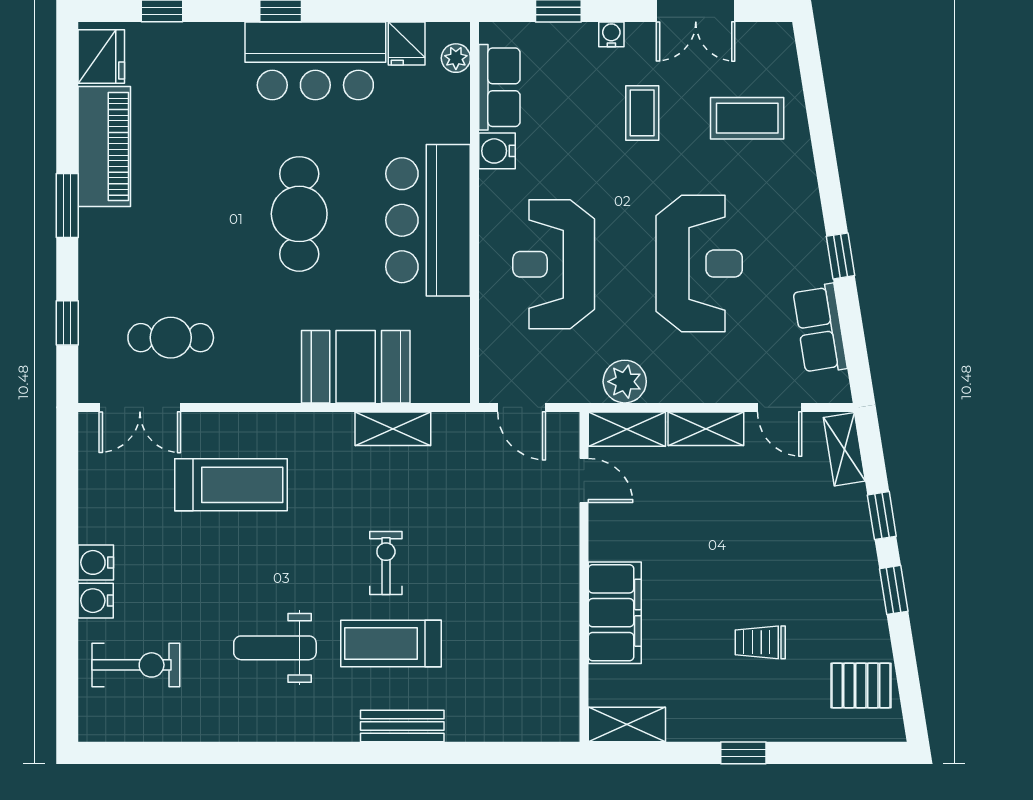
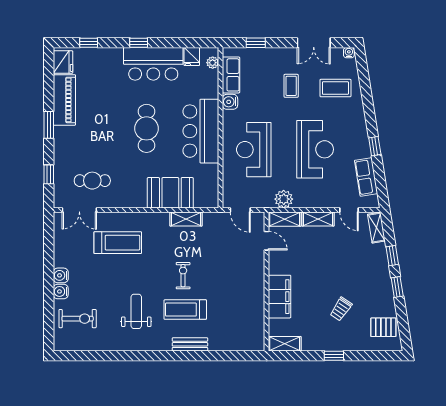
water cooler: (611, 34) -> (349, 53), moved
trolley: (760, 642) -> (341, 309), turned -56
weight bench: (275, 648) -> (136, 311), turned 90

